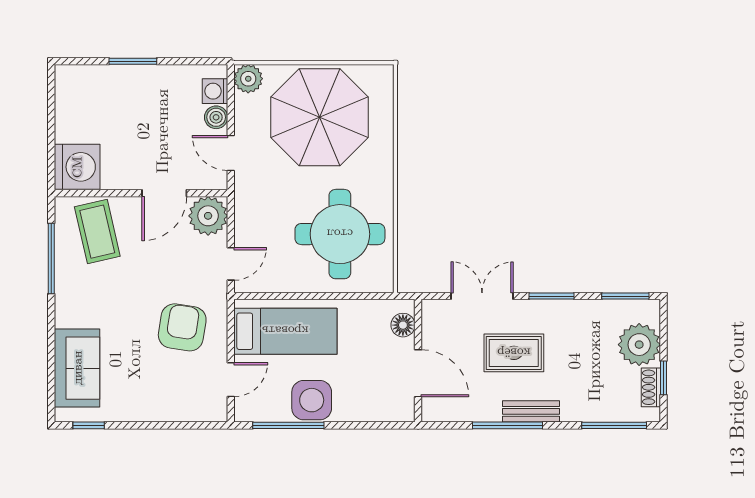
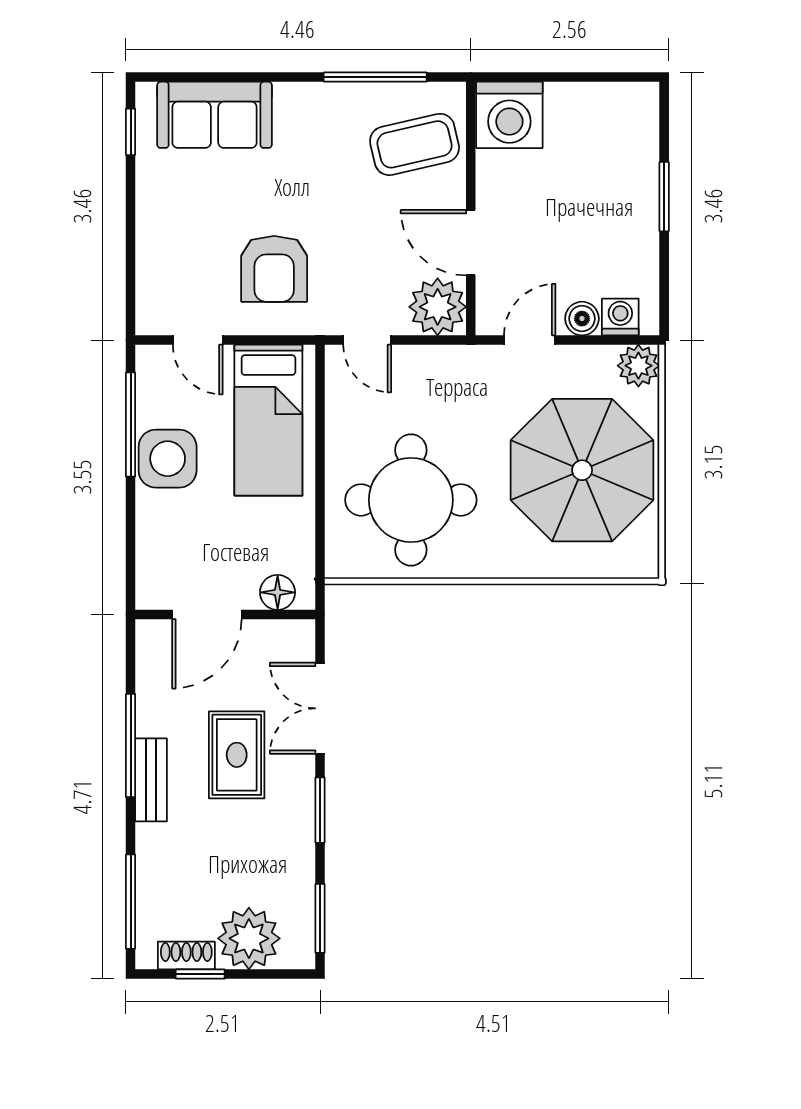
double door: (482, 296) -> (320, 708), swing flipped
armchair: (182, 327) -> (274, 269), turned 81

